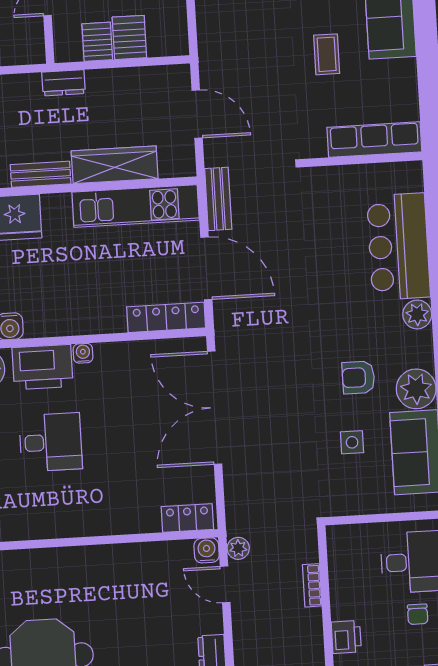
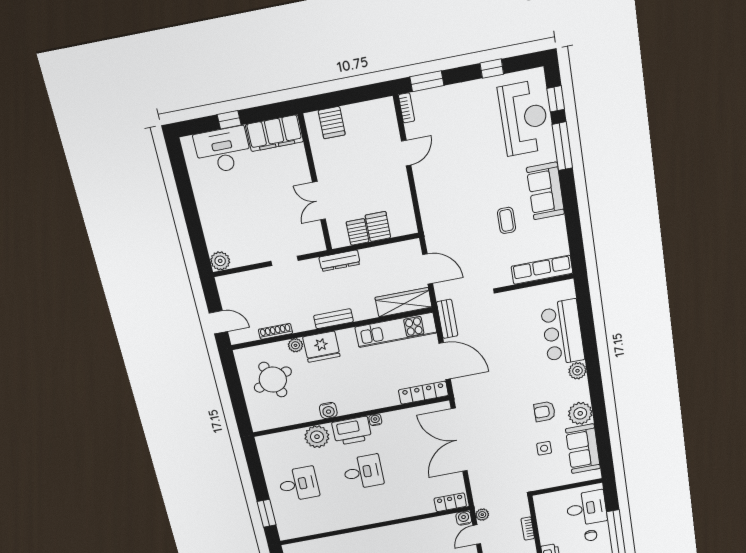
dresser: (63, 83) -> (340, 261), width x1.44
wardrobe: (115, 165) -> (404, 302), moved
door: (225, 584) -> (477, 535), hinge flipped

